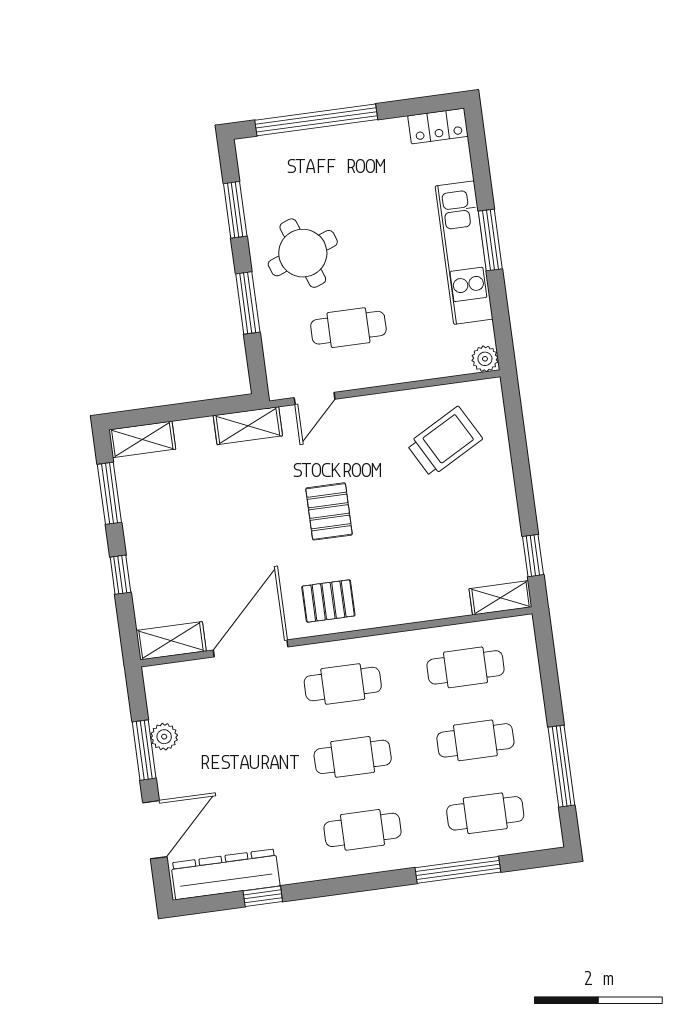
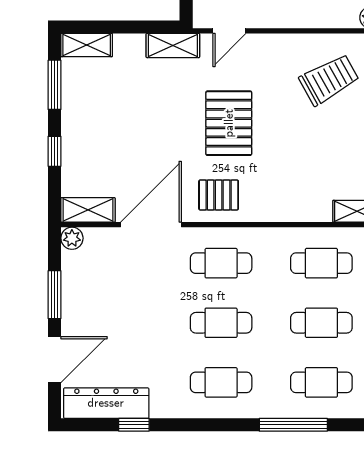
pallet: (329, 511) -> (229, 123), width x1.50, depth x1.42
plant: (164, 737) -> (72, 238), moved

